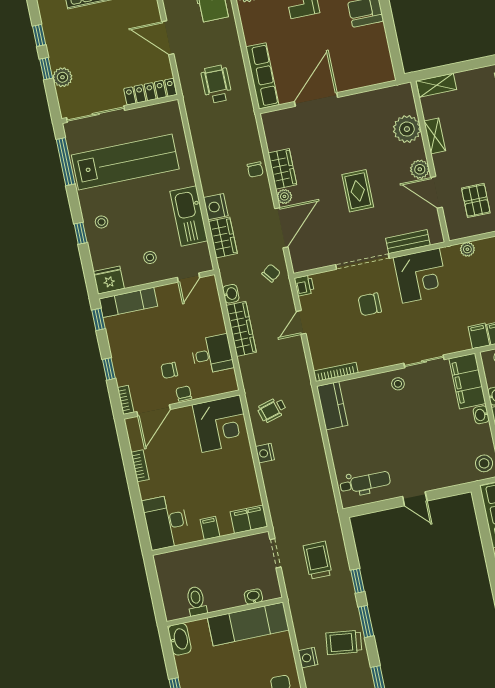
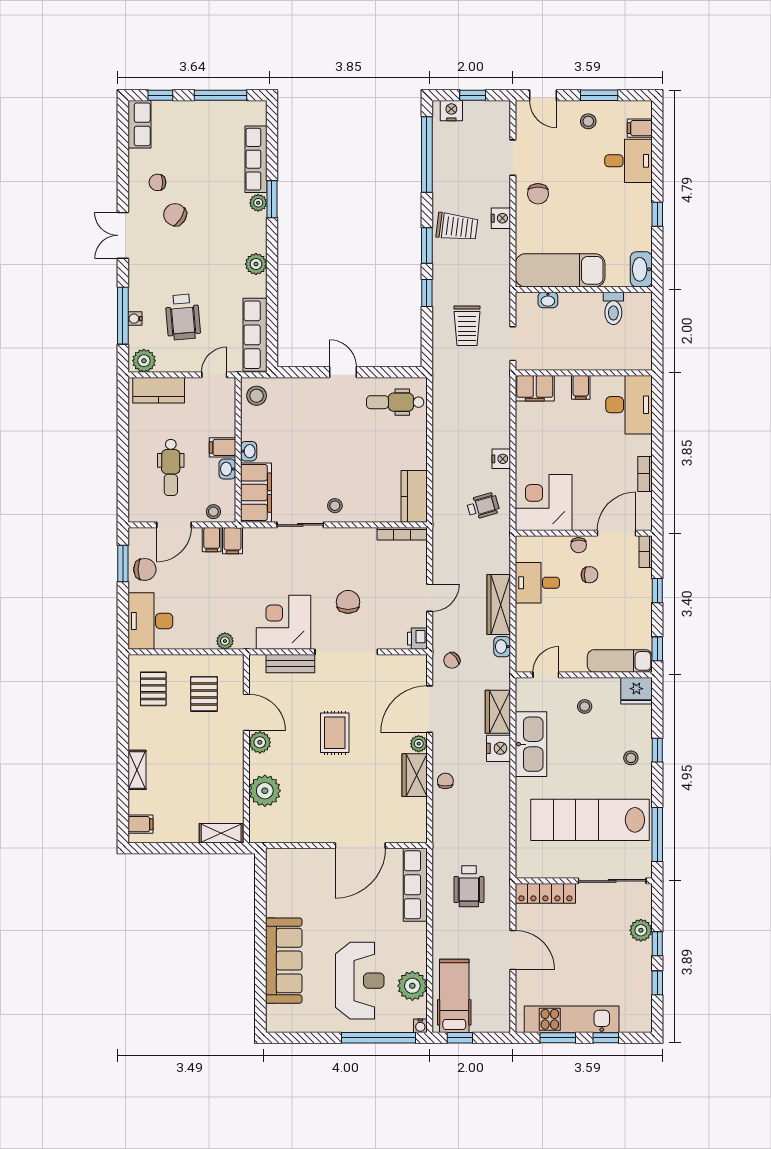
shelving: (435, 136) -> (235, 776), removed
chair: (370, 304) -> (348, 602), turned -90

